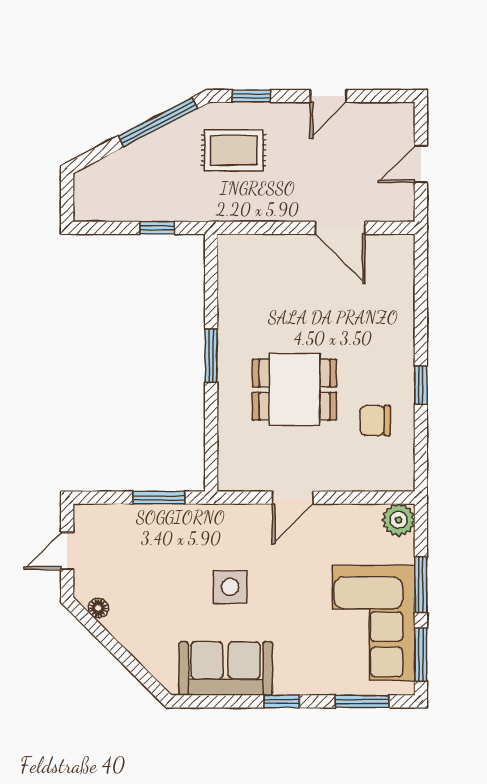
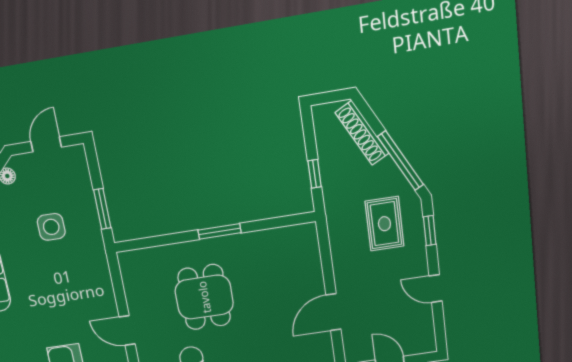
shoe rack: (116, 164) -> (362, 133), added
door: (293, 498) -> (127, 330), moved
door: (67, 551) -> (46, 144), hinge flipped
side table: (230, 587) -> (51, 227), moved

